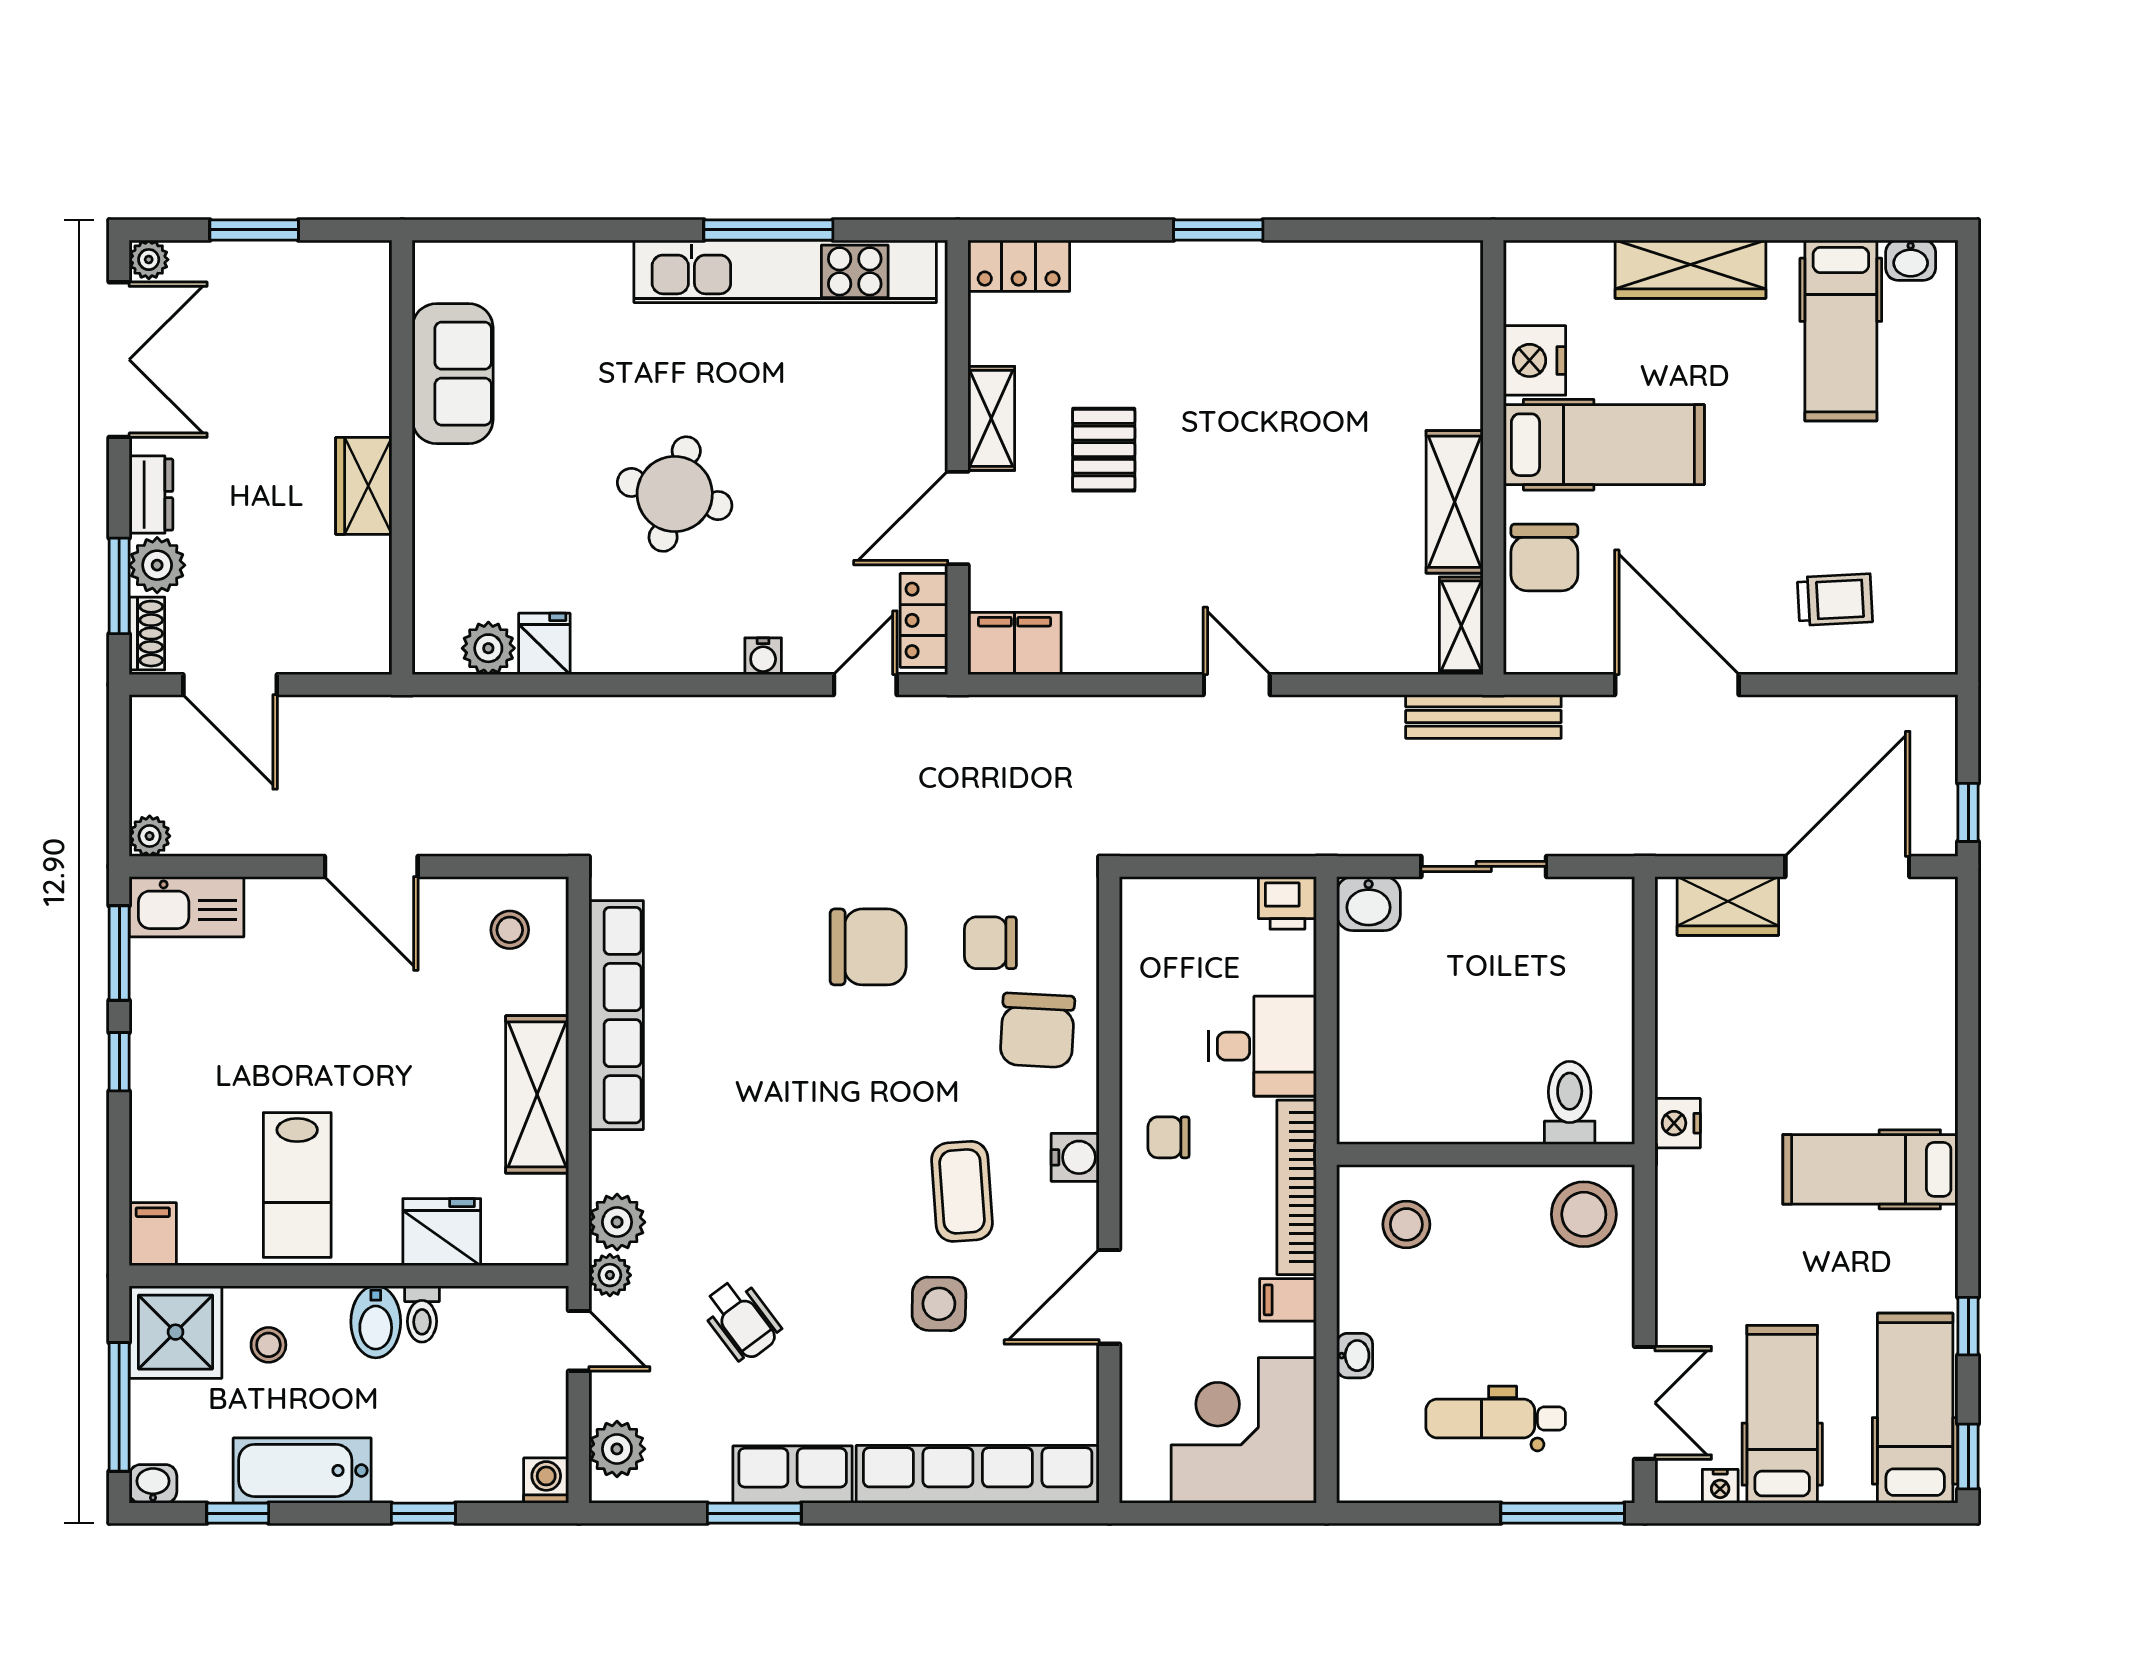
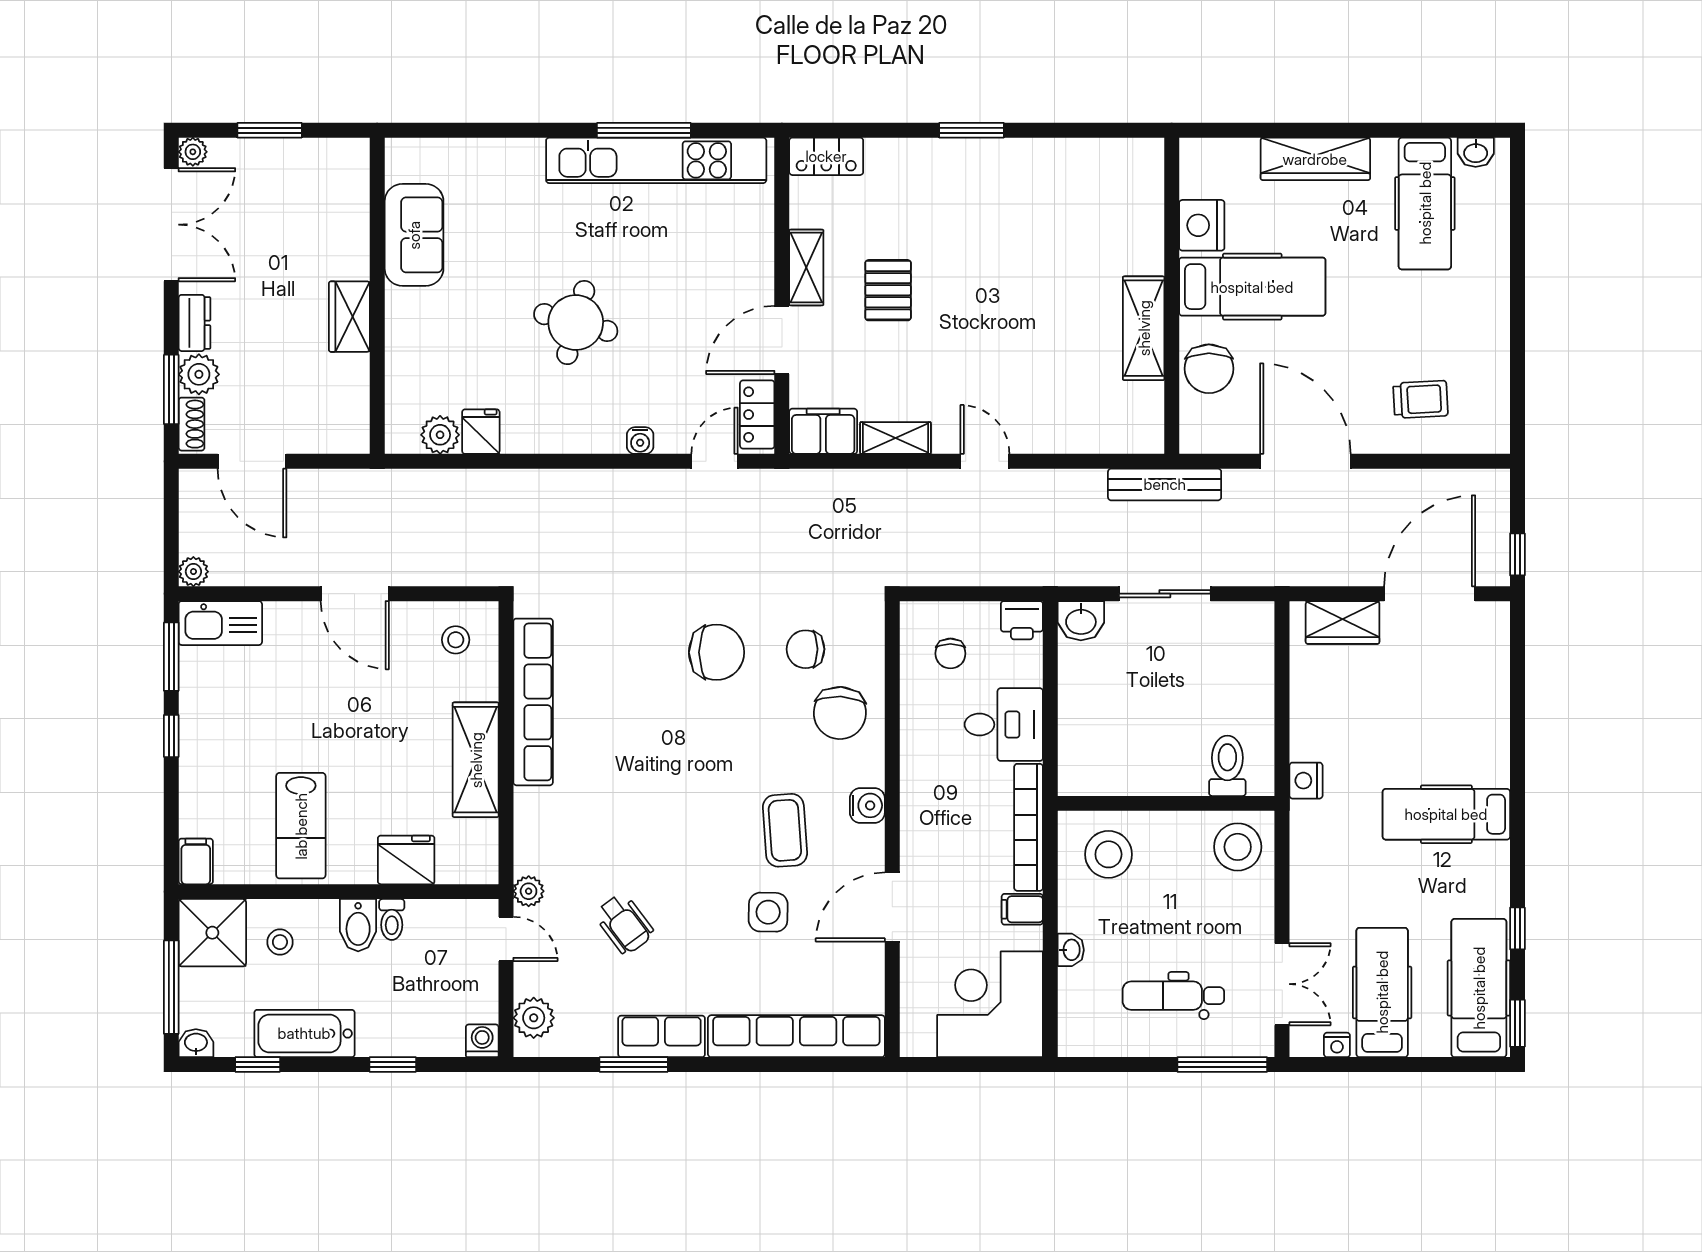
shelving: (1461, 626) -> (896, 438), moved, turned 90
chair: (1168, 1137) -> (950, 653), moved, turned -90
plant: (617, 1222) -> (534, 853), removed
stool: (1406, 1224) -> (1108, 854), width x1.38, depth x1.38

